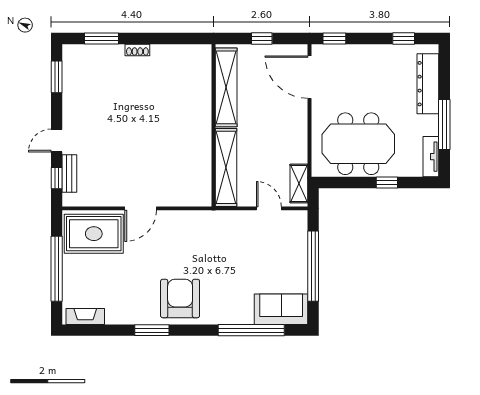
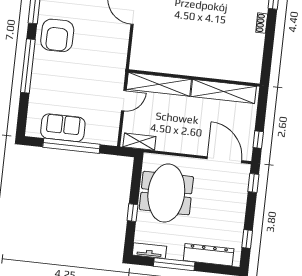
window: (262, 39) -> (258, 140), moved
door: (310, 77) -> (224, 160), hinge flipped
door: (269, 208) -> (124, 101), moved
armchair: (180, 298) -> (57, 35), turned 90
sofa: (281, 309) -> (63, 128), moved, turned -90
window: (251, 330) -> (28, 66), moved

